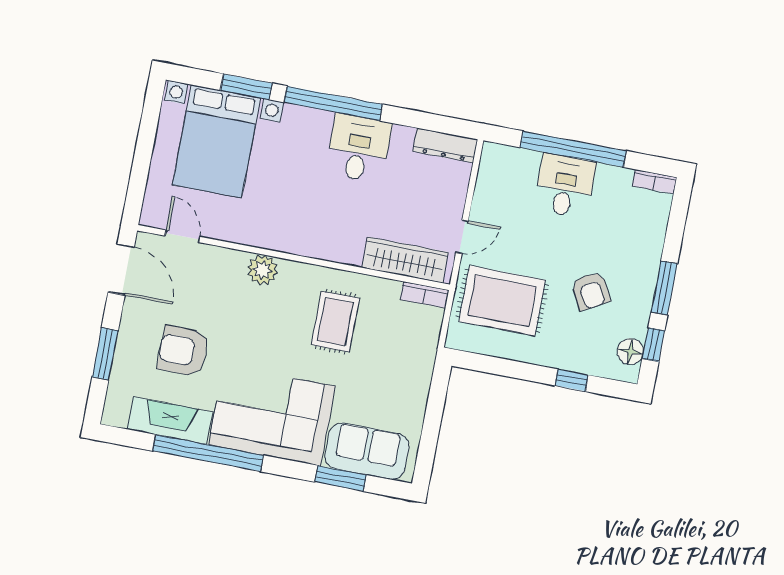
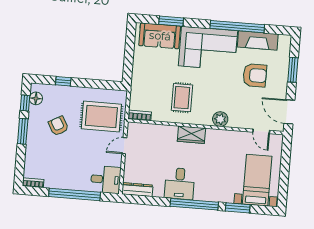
bed with nightstands: (216, 141) -> (257, 180), width x0.73
desk: (565, 186) -> (106, 180), moved, turned -90
wardrobe: (405, 260) -> (191, 135), moved, width x0.67

